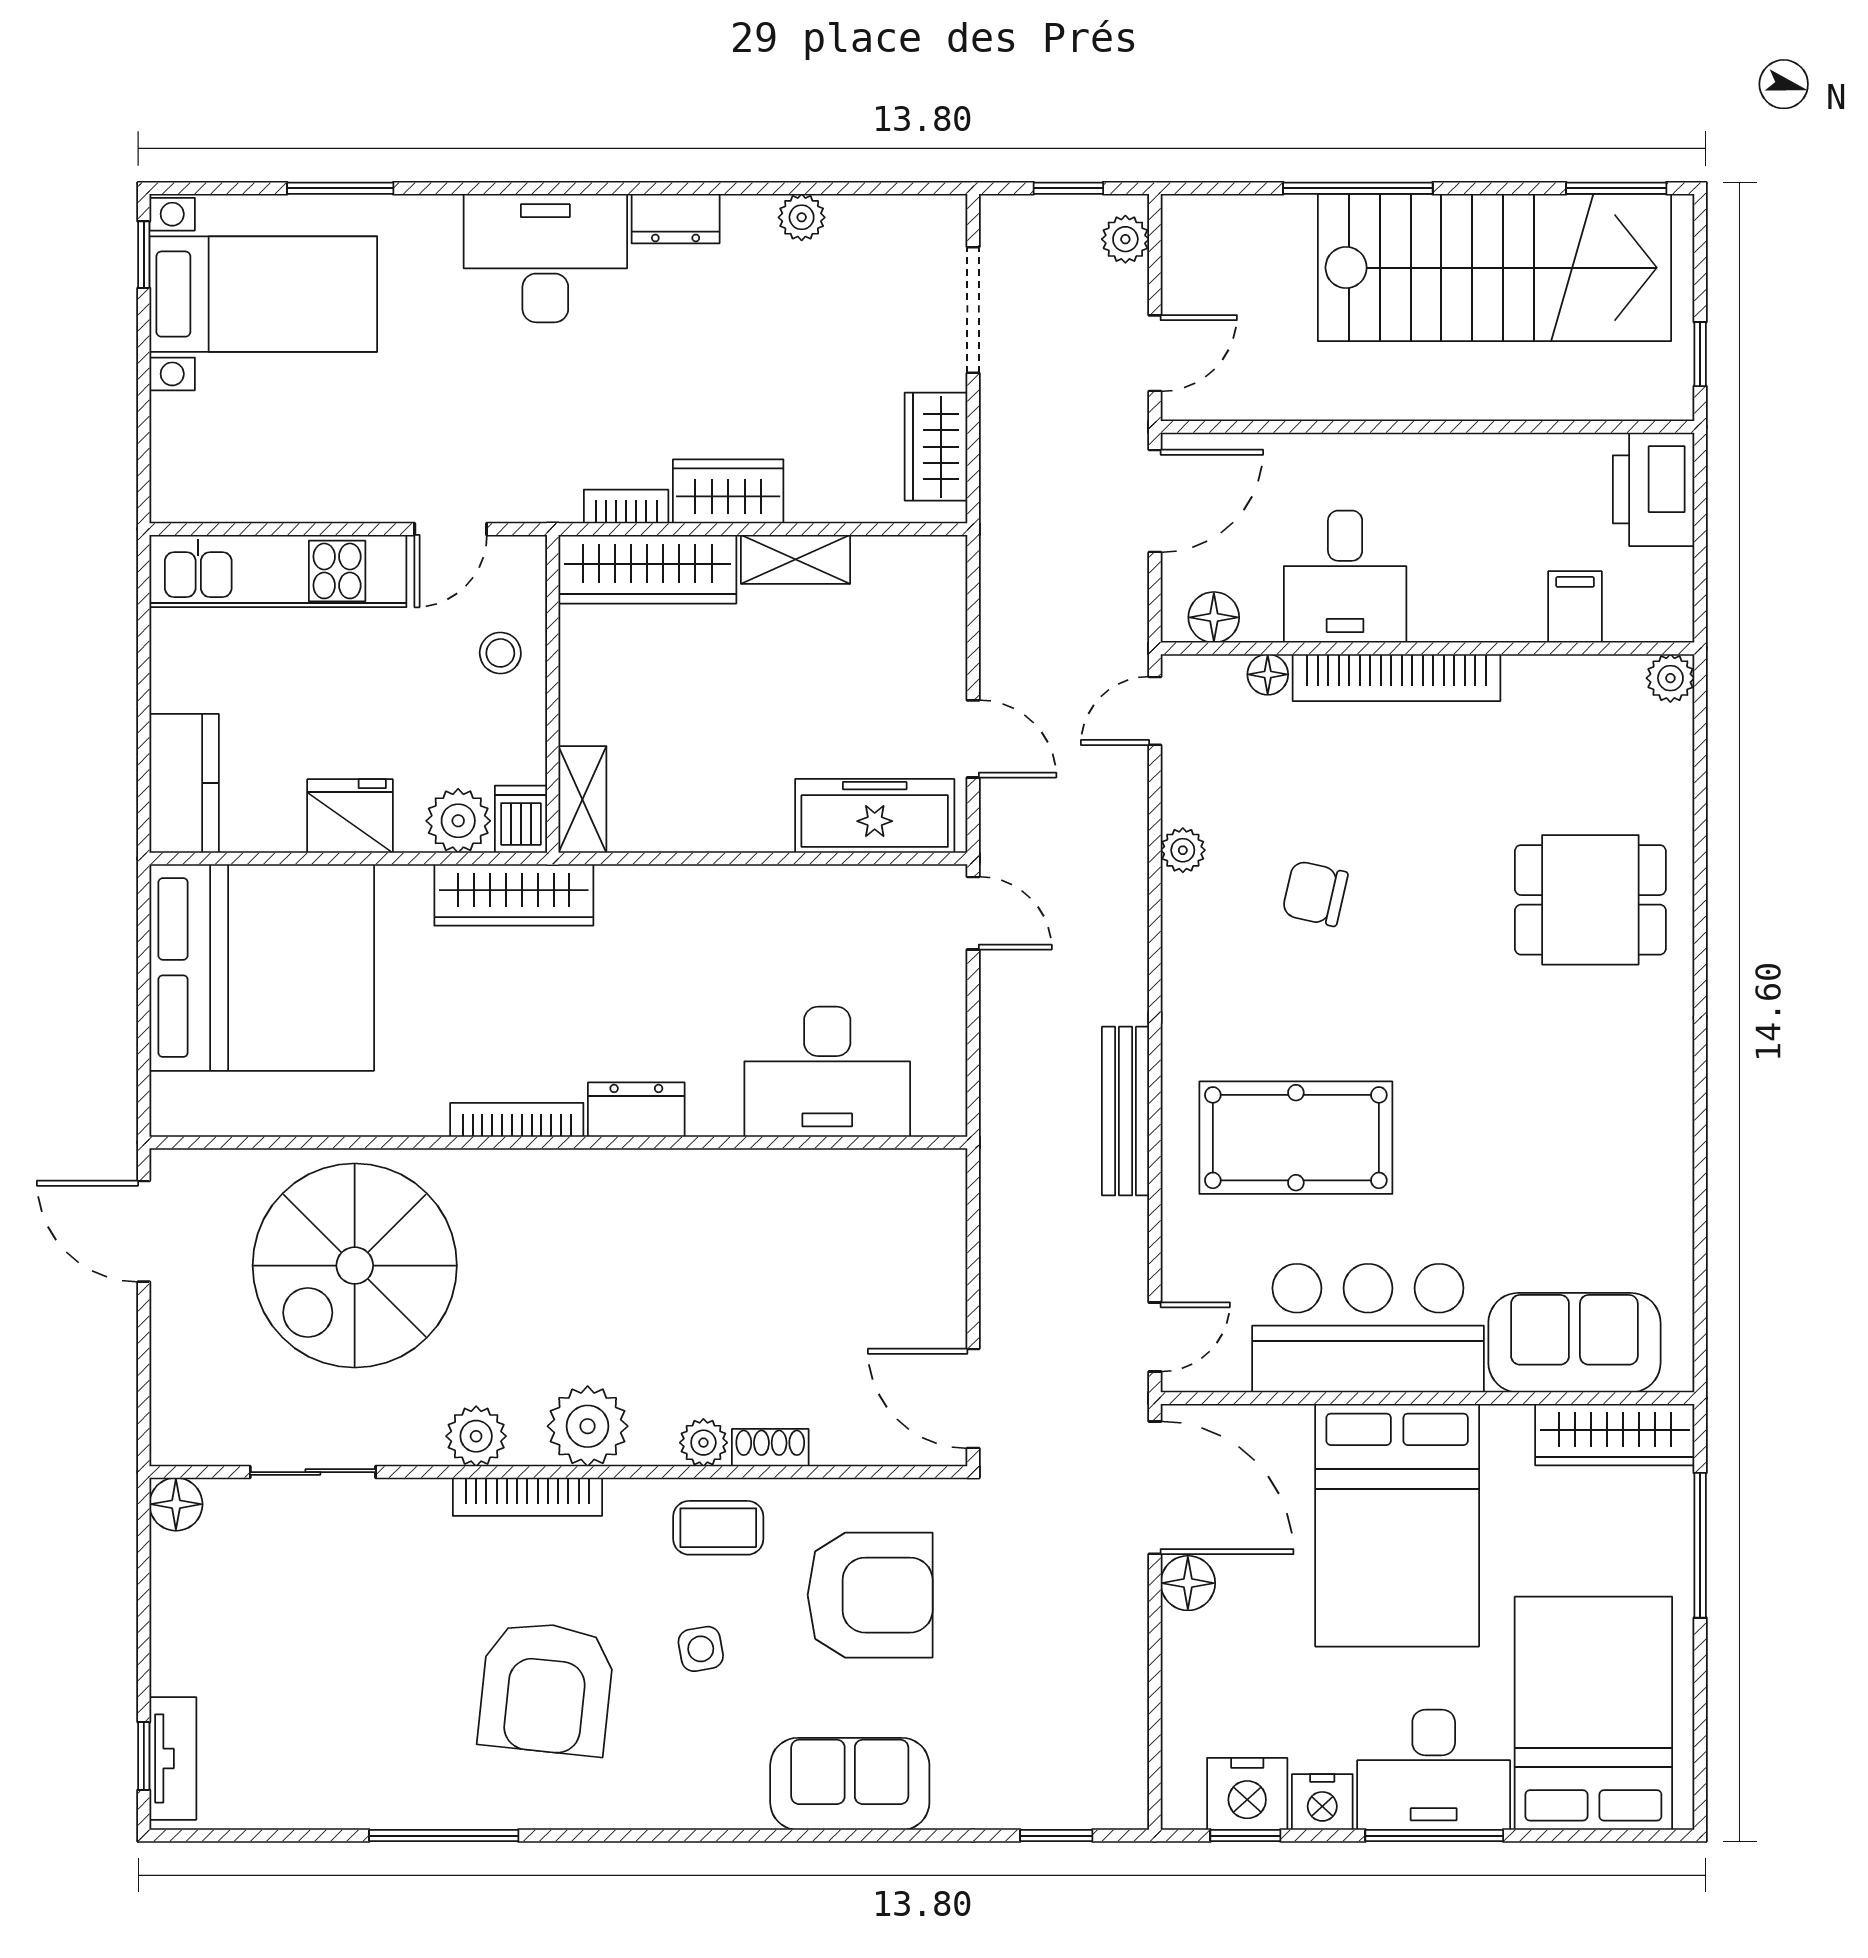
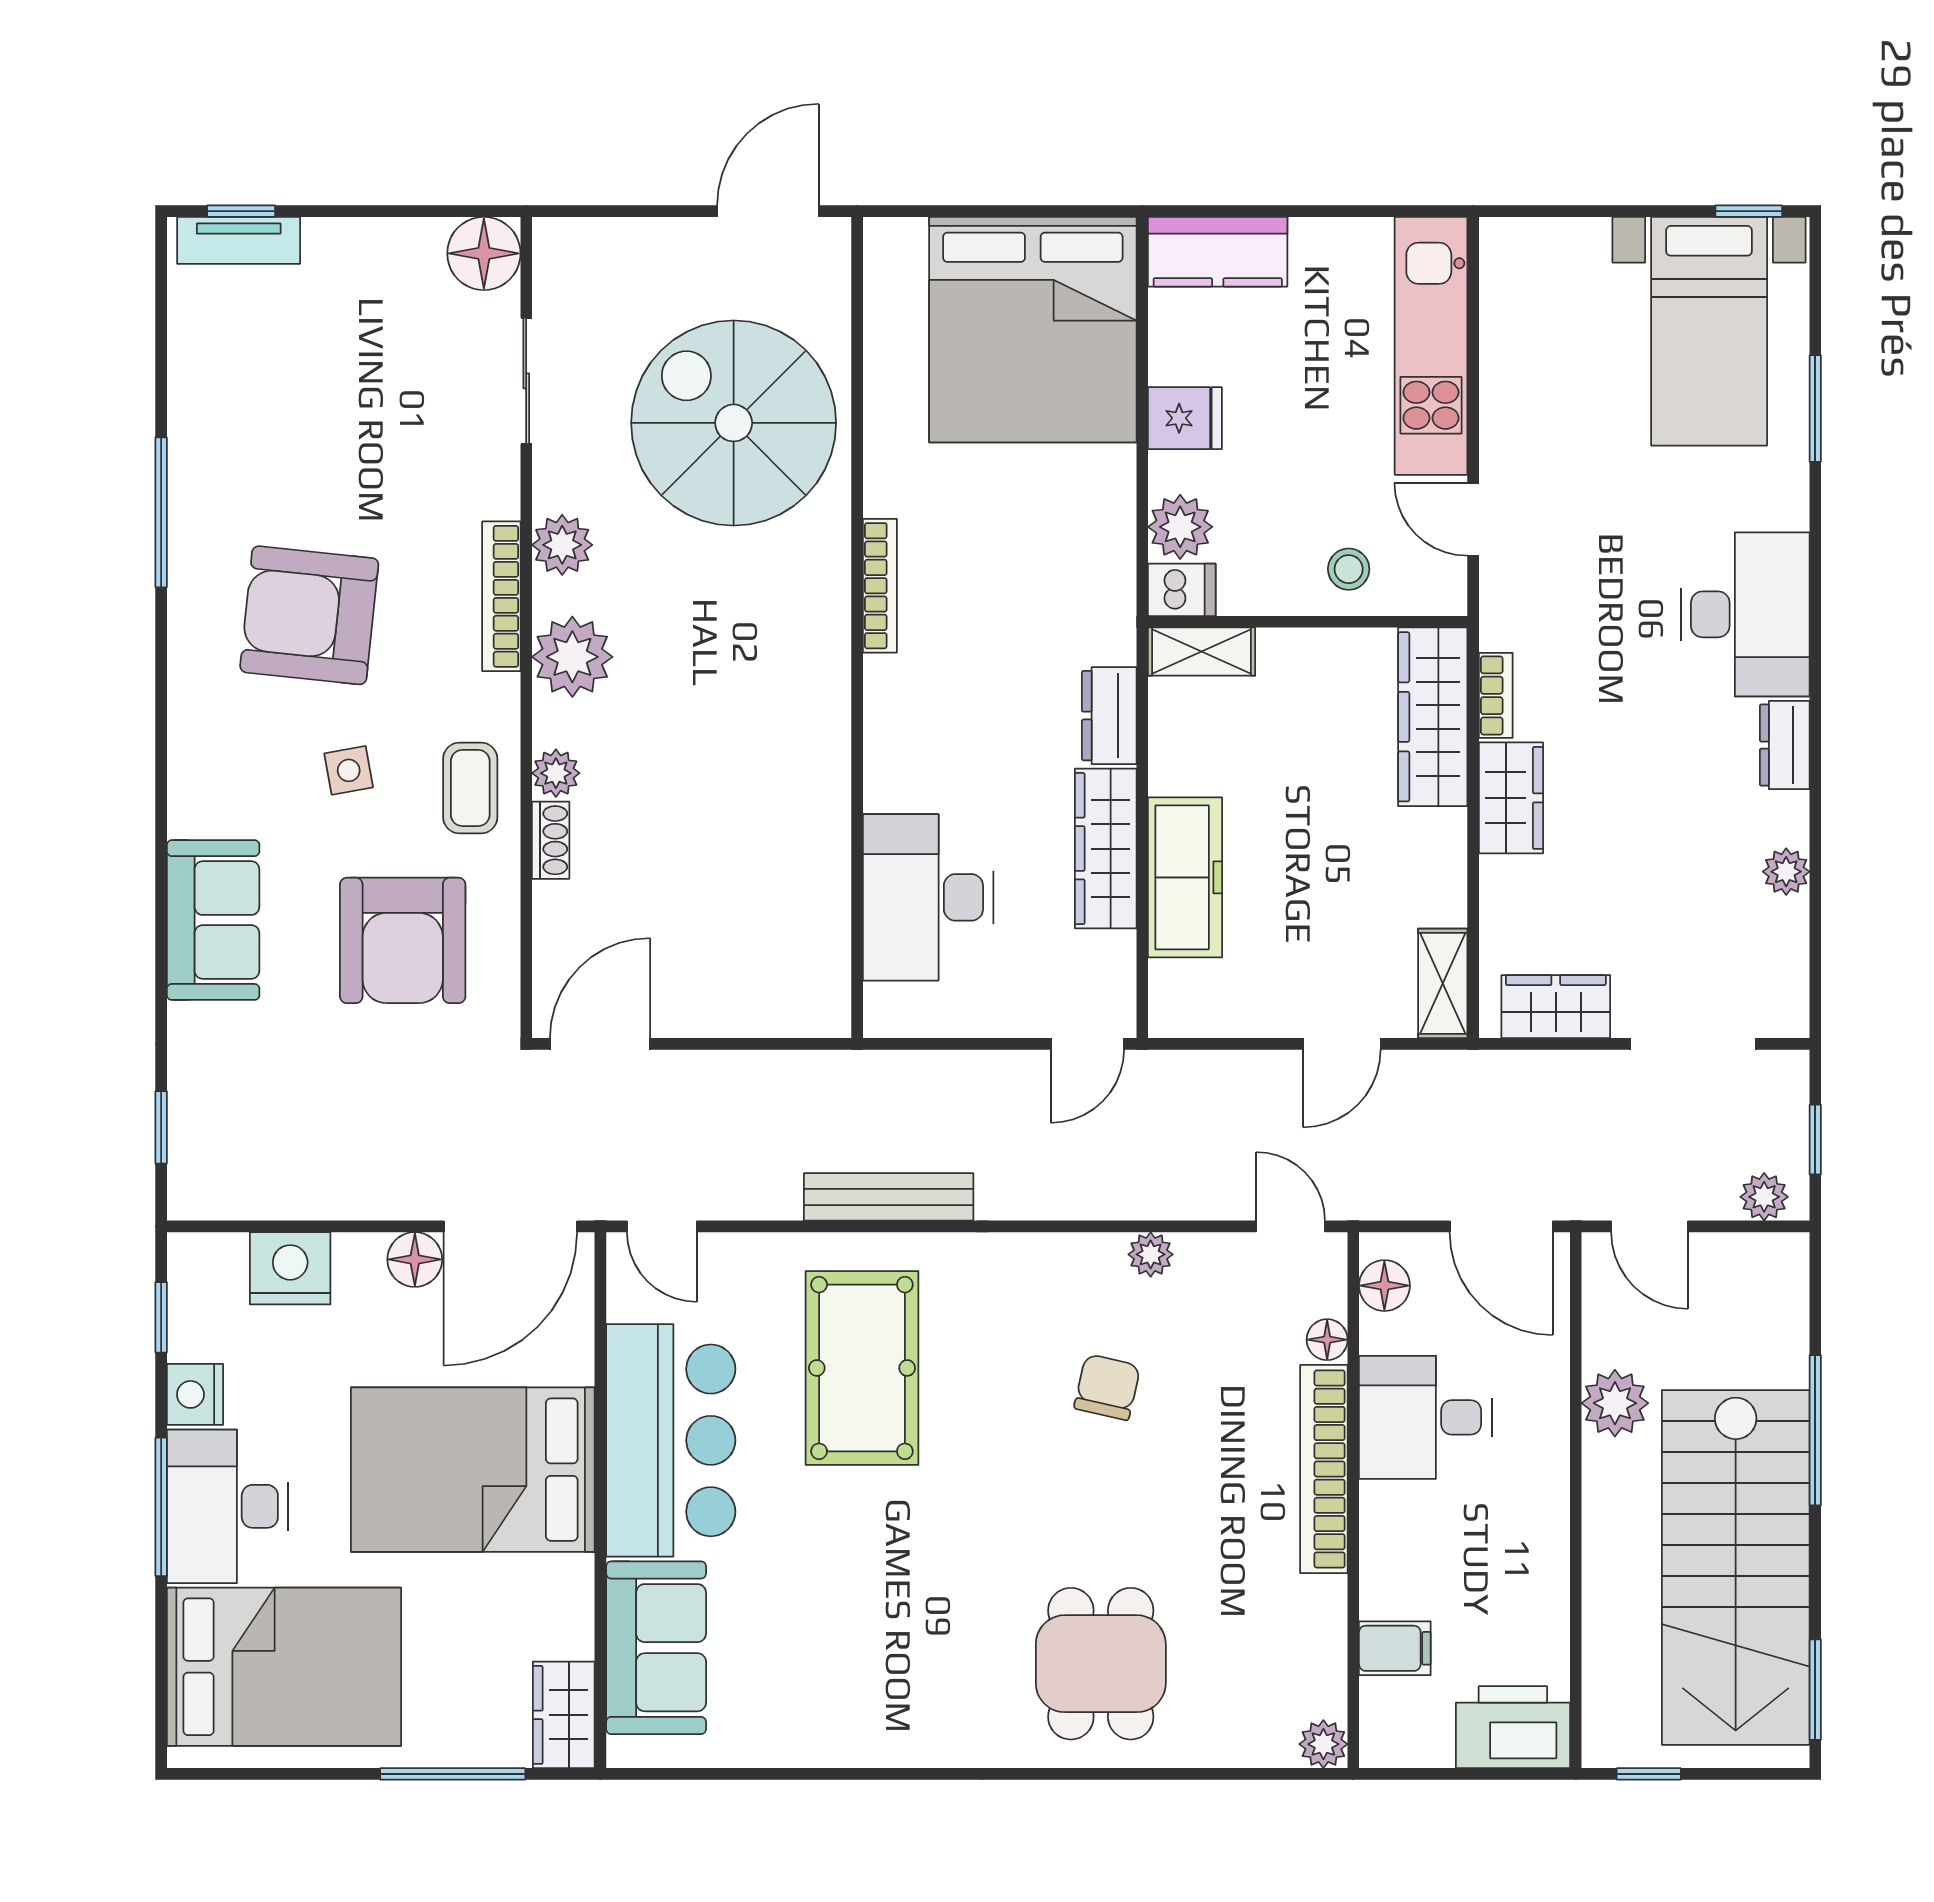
plant: (1331, 388) -> (1615, 1403), added
shelving: (796, 559) -> (1443, 983), moved
door: (973, 739) -> (1342, 1044), moved
fridge: (350, 816) -> (1185, 418), width x0.72
freezer: (875, 816) -> (1185, 877), moved
wardrobe: (514, 895) -> (1106, 849), moved
dresser: (636, 1110) -> (1109, 716), moved, turned 180
wardrobe: (1615, 1435) -> (564, 1715), width x0.67
floor lamp: (176, 1504) -> (484, 253), width x1.38, depth x1.38
nightstand: (1247, 1794) -> (290, 1268), moved, turned 90

